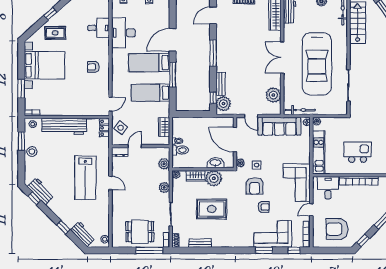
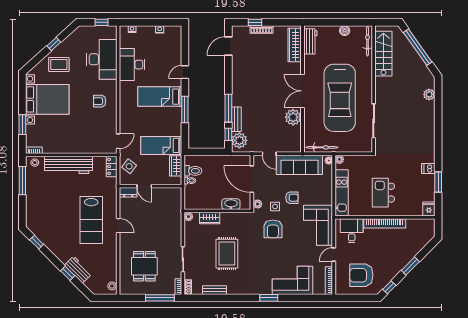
desk: (98, 28) -> (102, 59), width x1.87, depth x1.30
door: (173, 40) -> (185, 72), width x0.53
window: (213, 53) -> (228, 108), moved
bed: (150, 93) -> (161, 145), moved
plant: (273, 95) -> (293, 117), moved
window: (21, 141) -> (22, 181), width x1.44
door: (135, 146) -> (144, 186), swing flipped
toilet: (180, 150) -> (193, 171), moved
stool: (32, 152) -> (34, 192), removed
kitchen island: (358, 152) -> (383, 193), turned -90
plant: (164, 164) -> (176, 205), removed
plant: (214, 178) -> (229, 221), removed
plant: (164, 188) -> (176, 231), removed
workbench: (41, 191) -> (44, 234), removed
armchair: (264, 207) -> (292, 198), moved
rug: (212, 209) -> (227, 254), turned 90
dining table: (140, 232) -> (144, 266), moved, turned 90
workbench: (83, 234) -> (78, 270), moved
window: (264, 250) -> (269, 298), moved
window: (294, 250) -> (315, 298), removed

